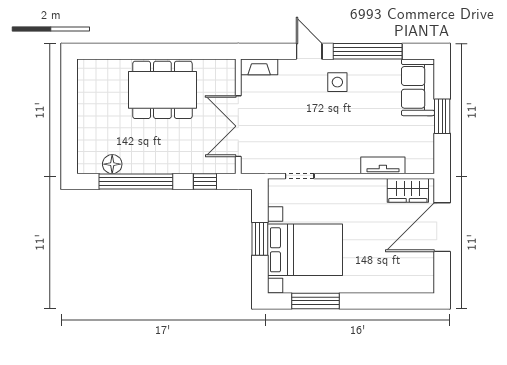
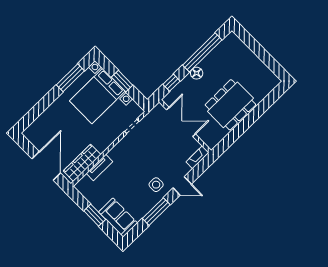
window: (368, 51) -> (156, 212), width x0.68
floor lamp: (112, 164) -> (197, 73), moved
wardrobe: (408, 190) -> (82, 163), width x1.50

